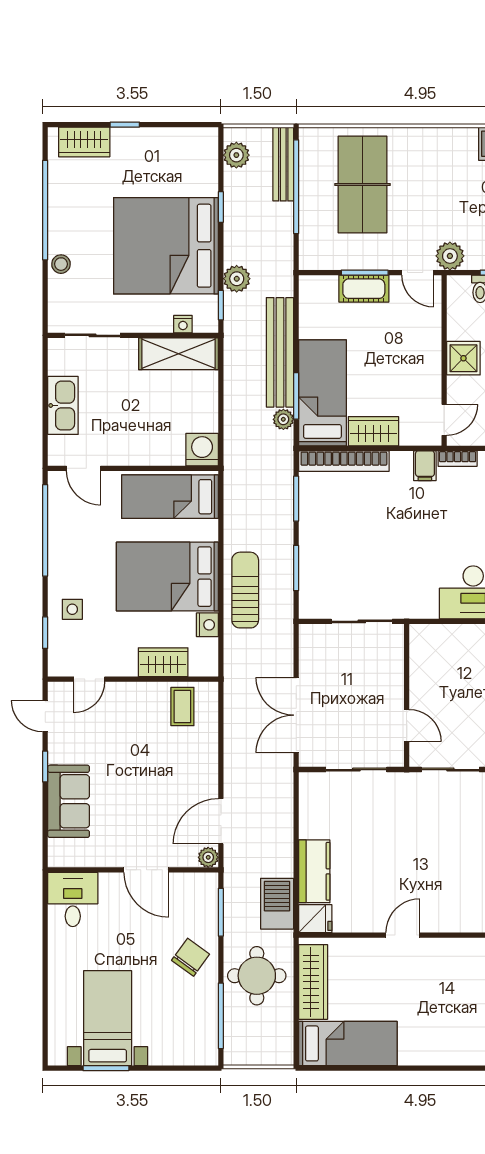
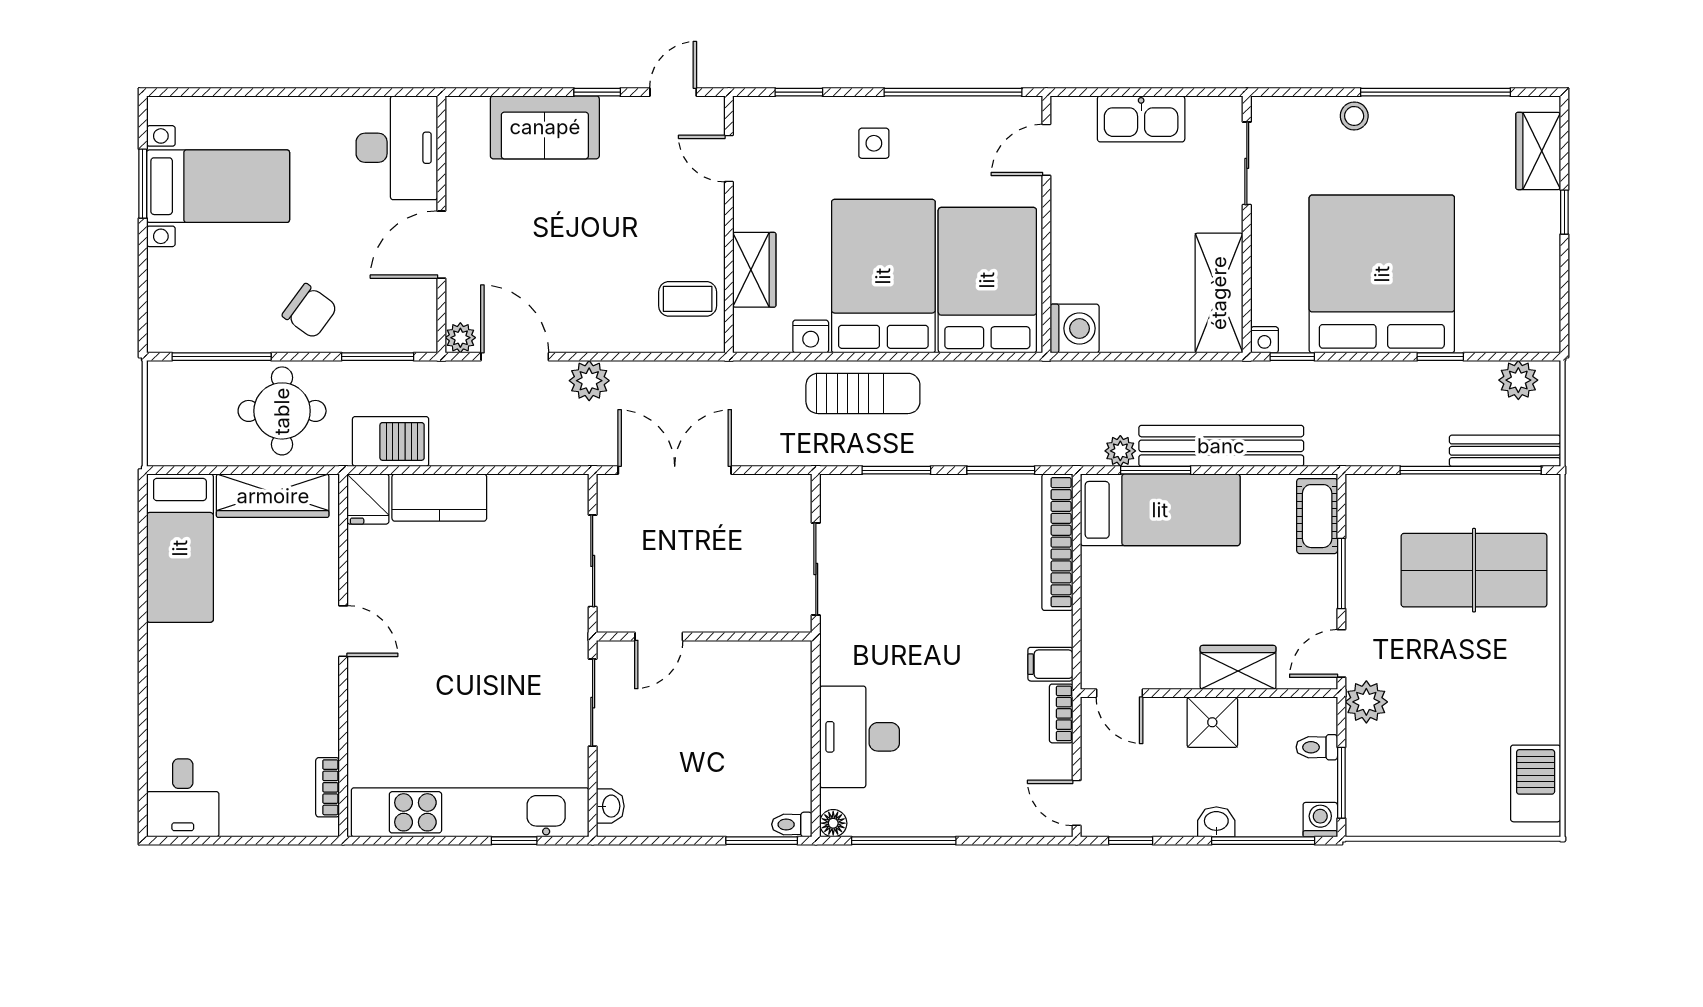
plant: (237, 279) -> (589, 381), moved
cot: (364, 289) -> (1317, 516), moved
nightstand: (183, 324) -> (1264, 340), moved, turned -90
wardrobe: (373, 431) -> (1238, 667), moved, turned -90
bed: (170, 497) -> (987, 280), width x1.50
side table: (72, 609) -> (874, 143), moved
desk: (73, 899) -> (397, 148), width x1.37

